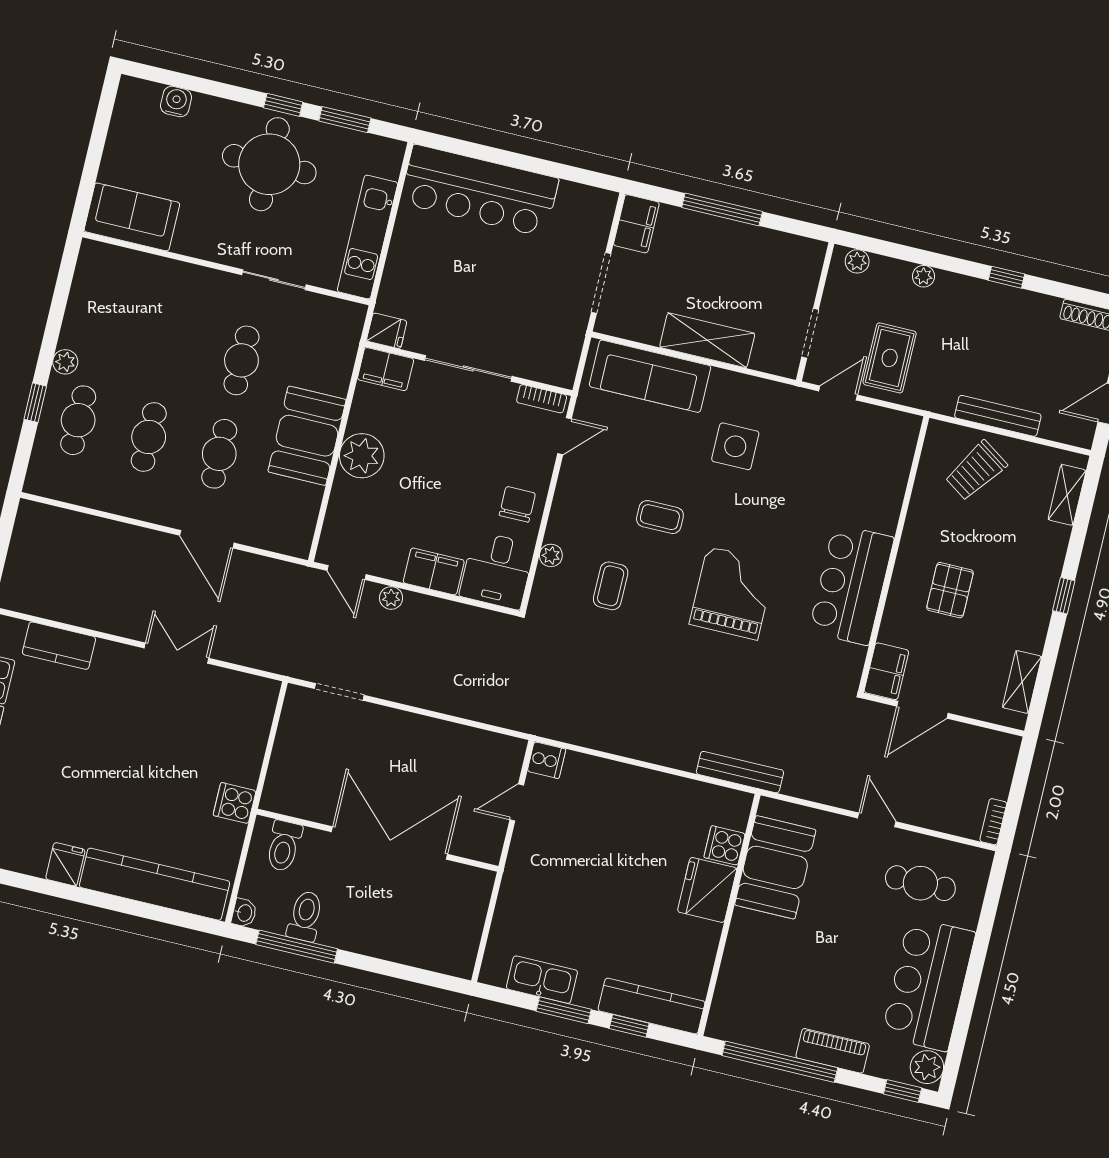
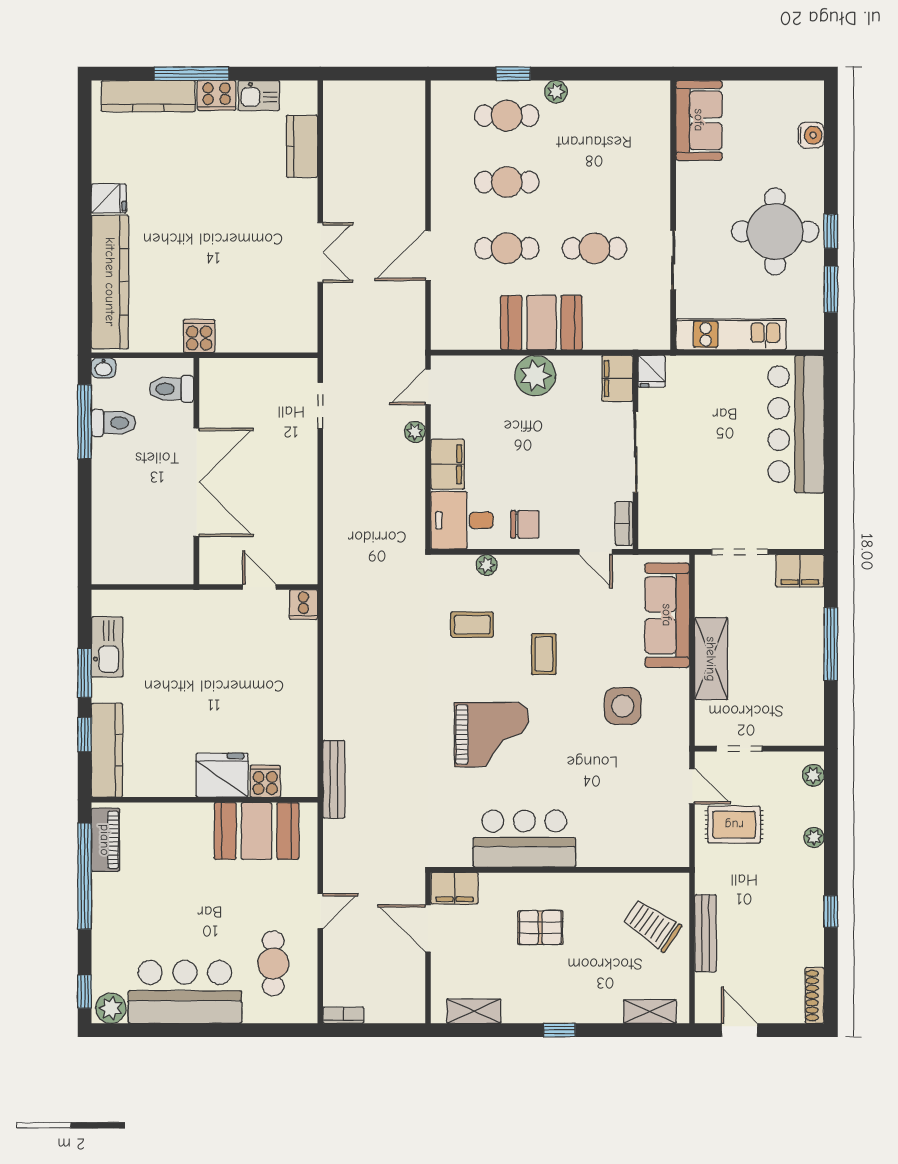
piano: (833, 1051) -> (105, 840), moved

